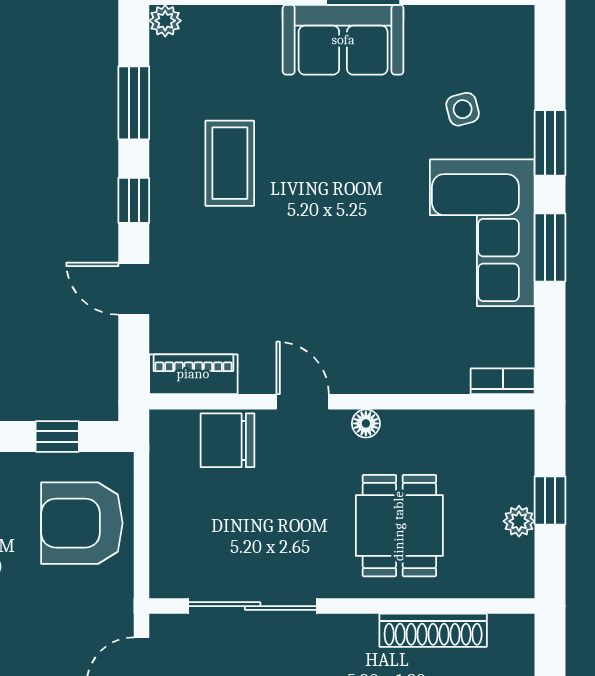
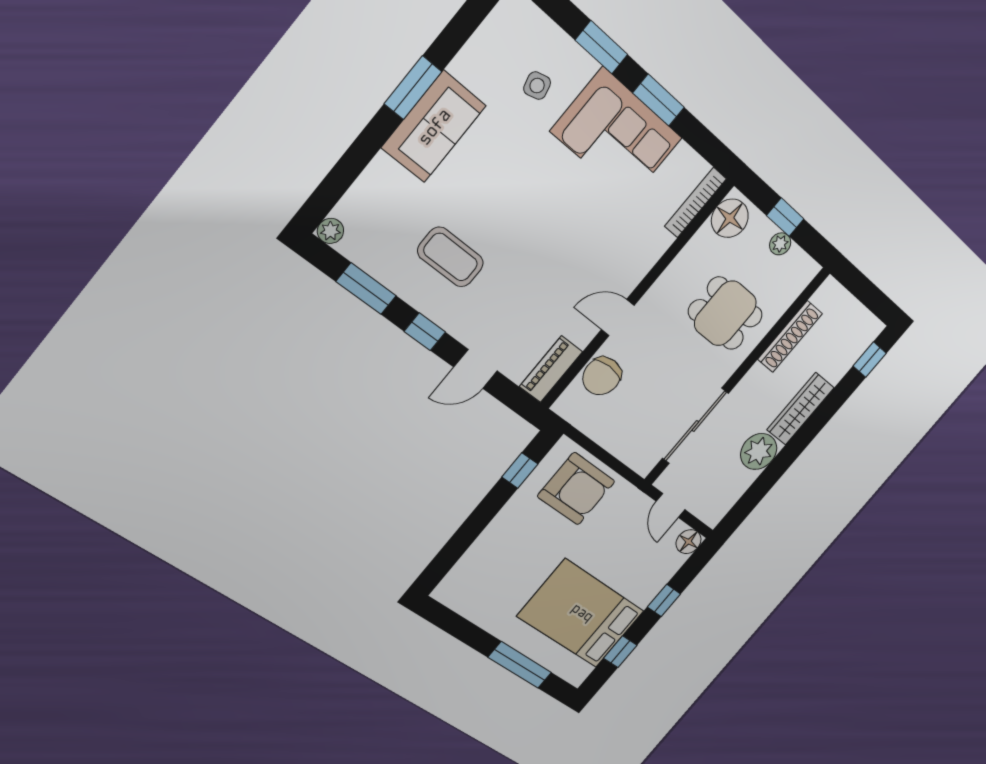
bookcase: (503, 381) -> (695, 203), width x1.56
floor lamp: (366, 423) -> (730, 218), moved, width x1.89, depth x1.89
armchair: (82, 523) -> (576, 489), turned -90

